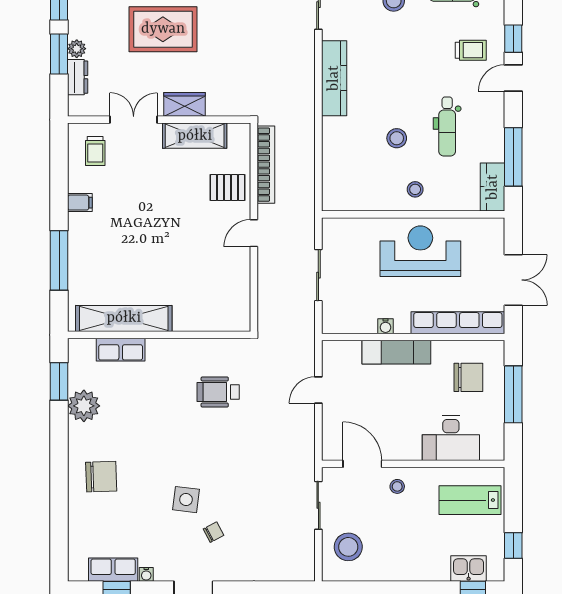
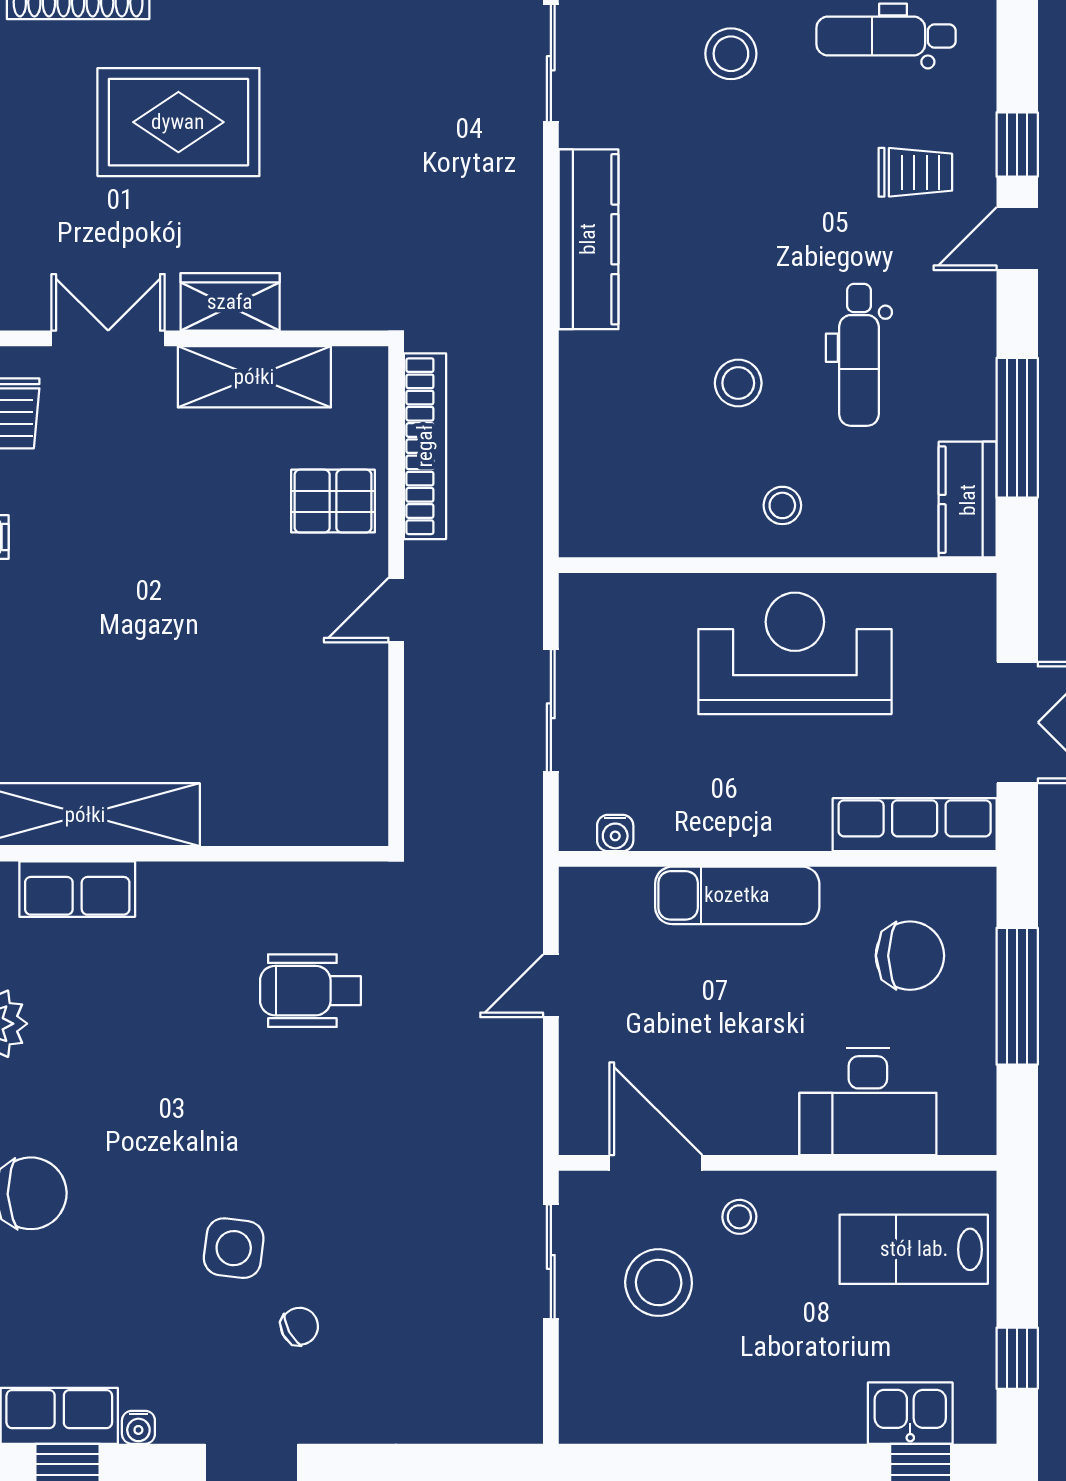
row of seats: (458, 323) -> (915, 825), width x0.73
water cooler: (385, 326) -> (615, 833), moved
stool: (348, 547) -> (659, 1283), moved

